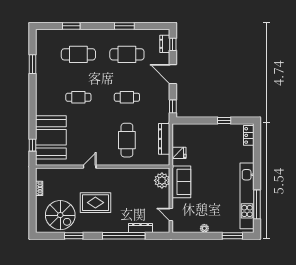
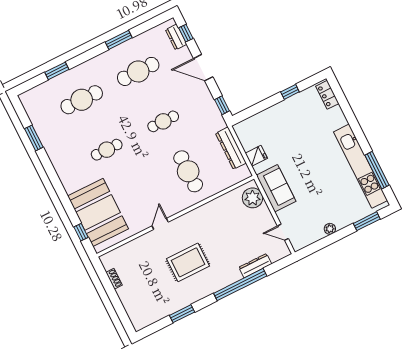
spiral stairs: (60, 215) -> (154, 297), removed

